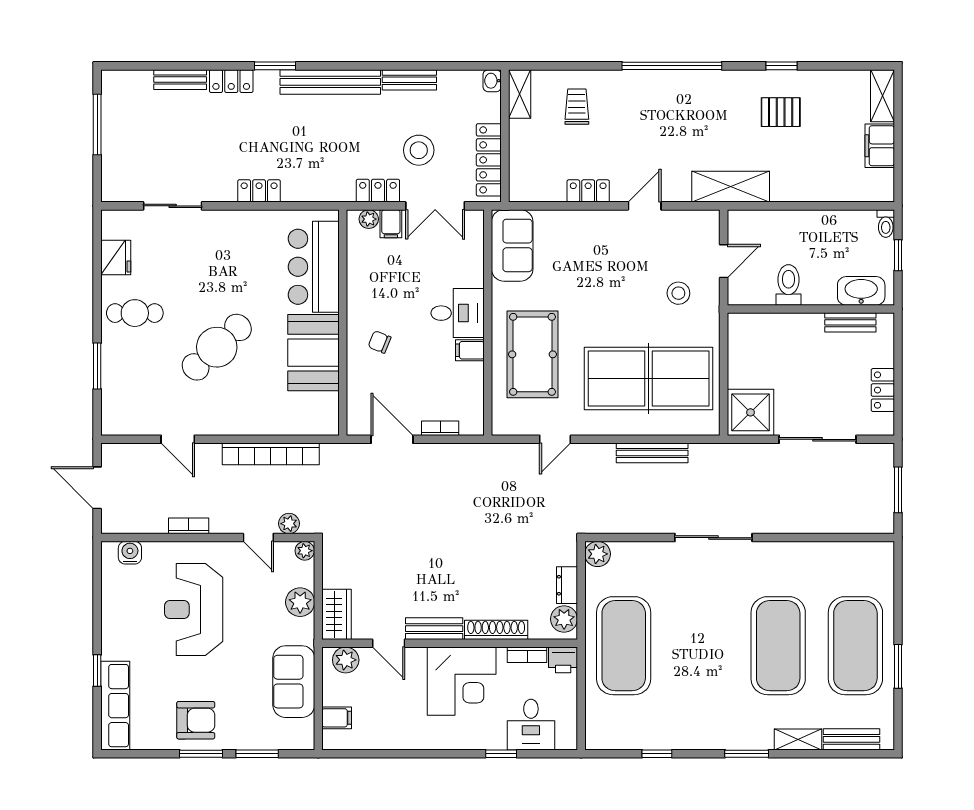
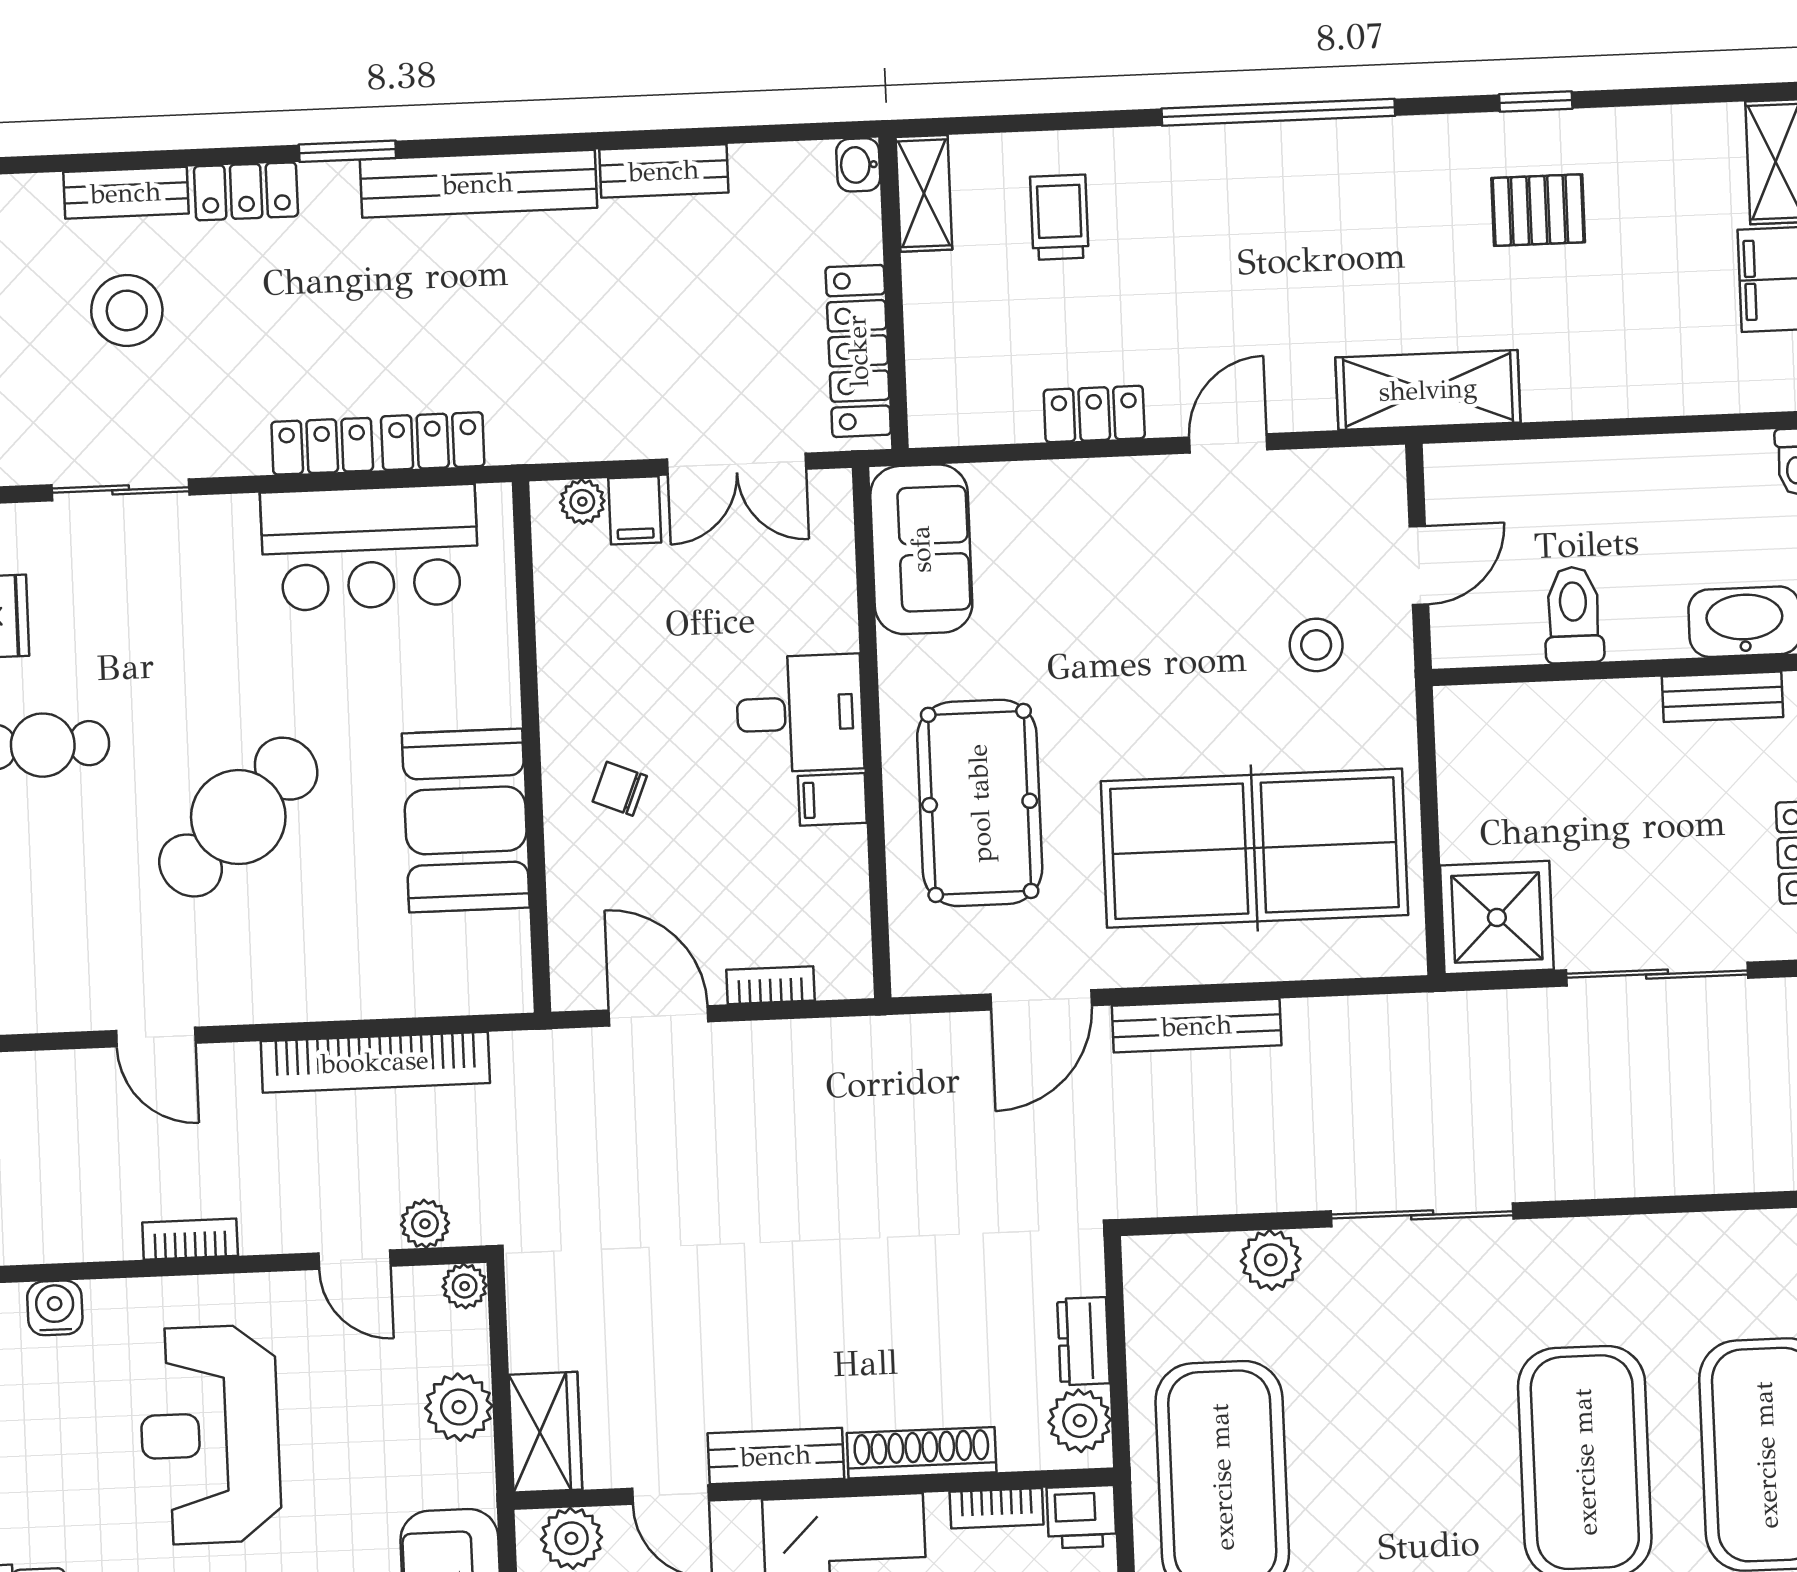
stool: (419, 150) -> (127, 310), moved
locker: (378, 191) -> (433, 441), moved
bar counter: (314, 267) -> (370, 548), moved, turned -90
door: (555, 439) -> (1041, 1000), width x1.38
bench: (652, 453) -> (1197, 1026), moved
plant: (598, 554) -> (1271, 1260), moved

